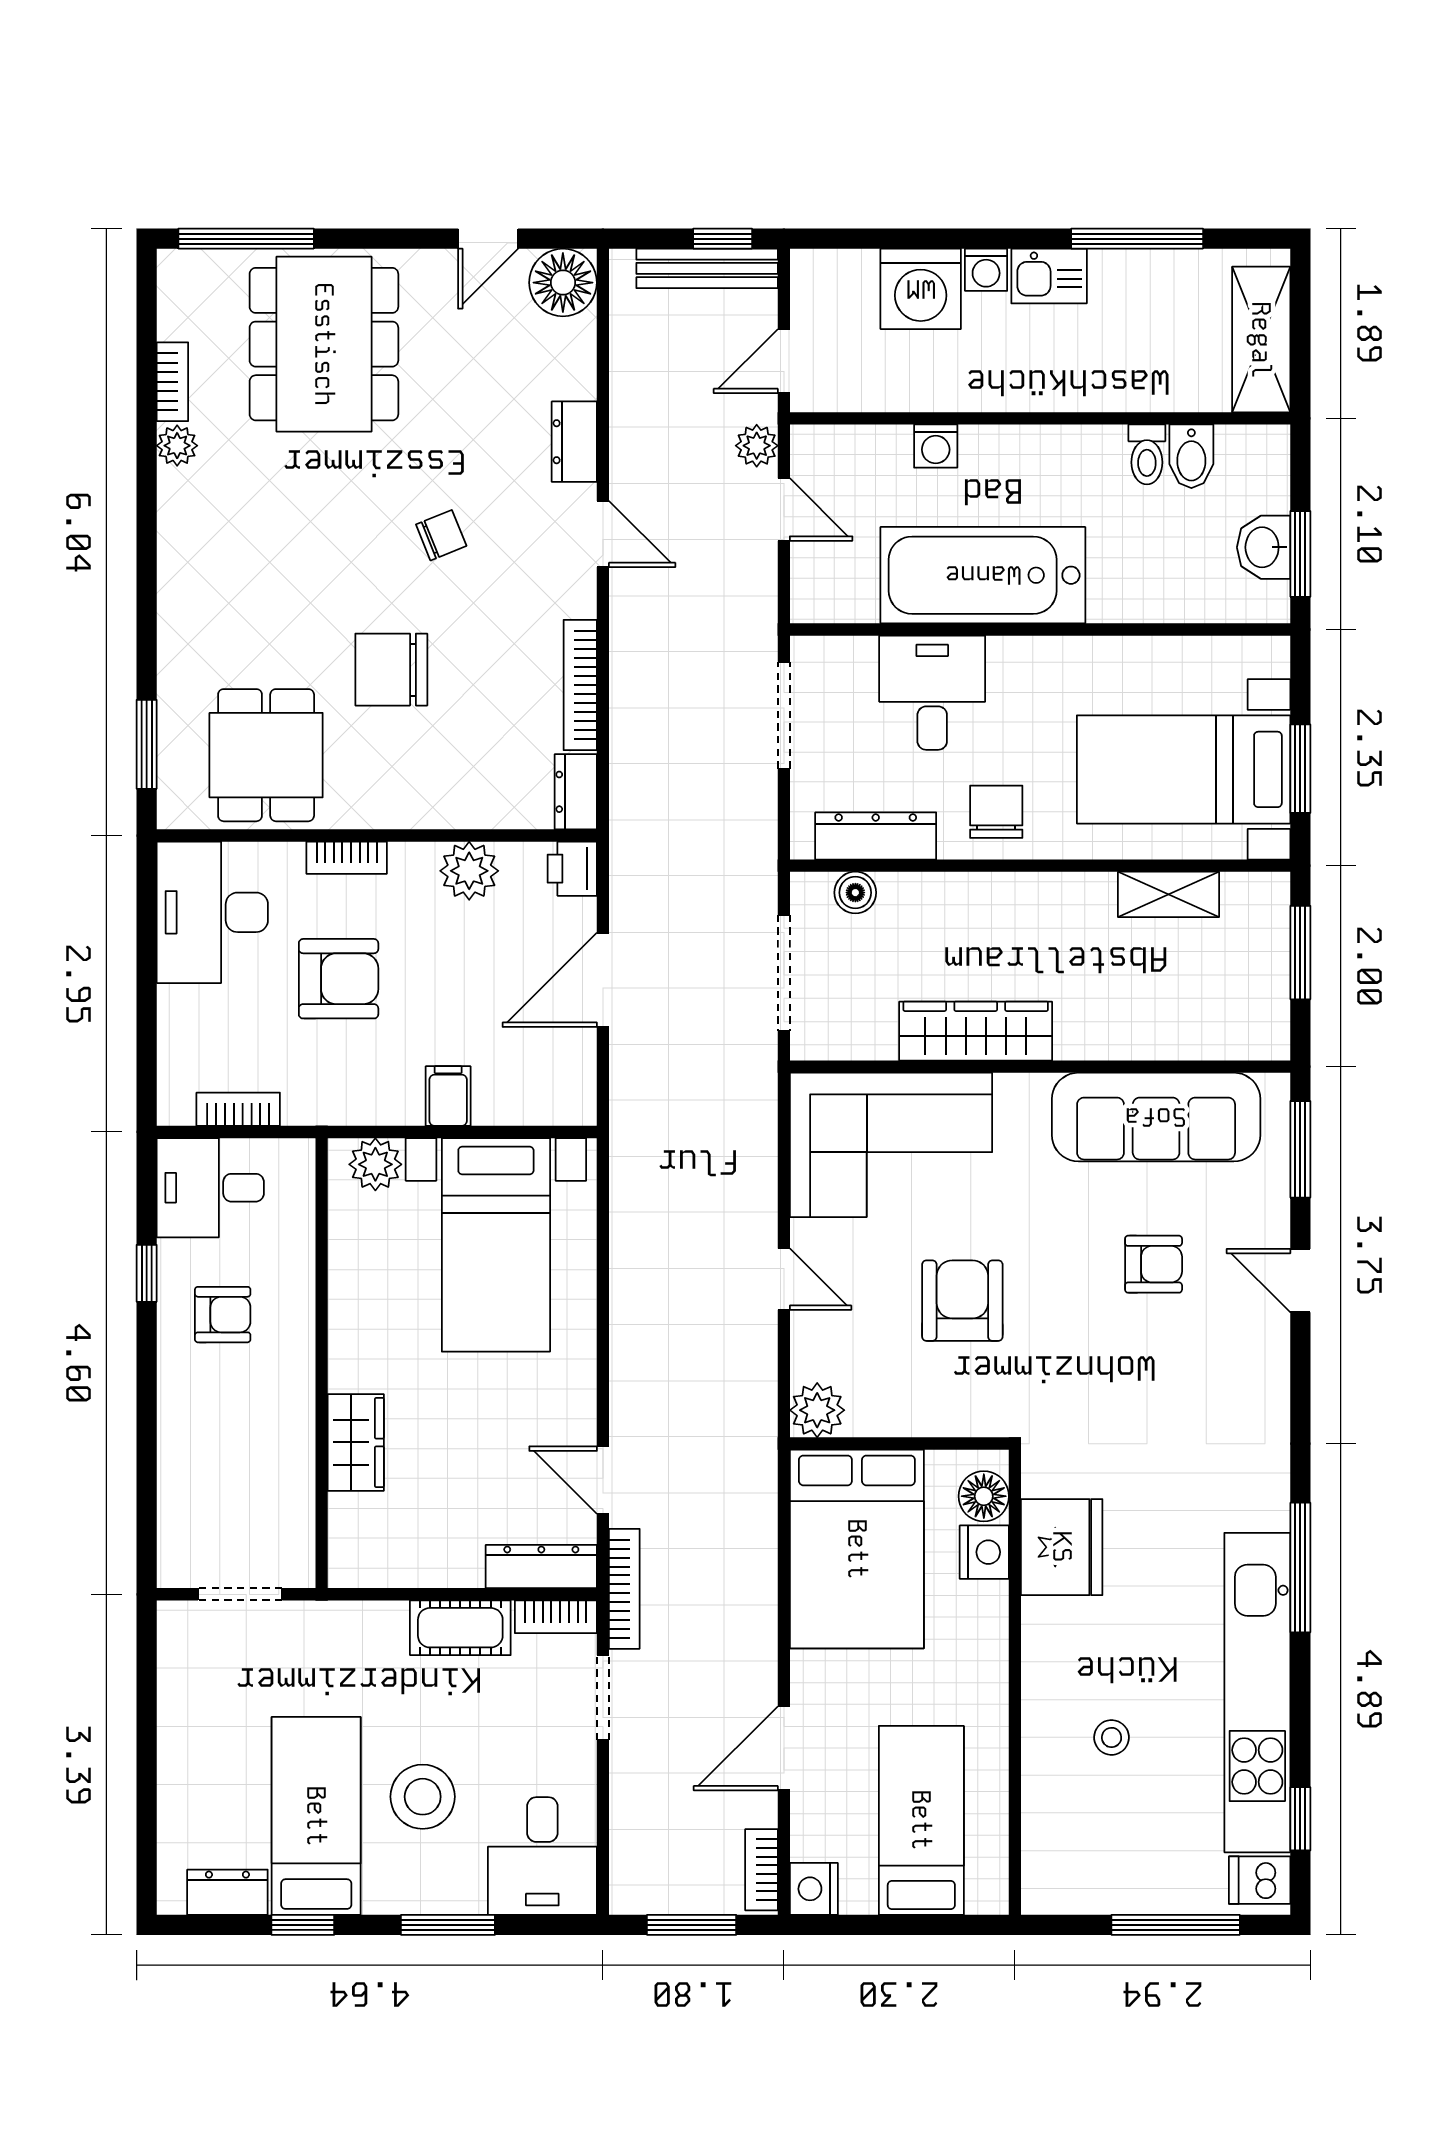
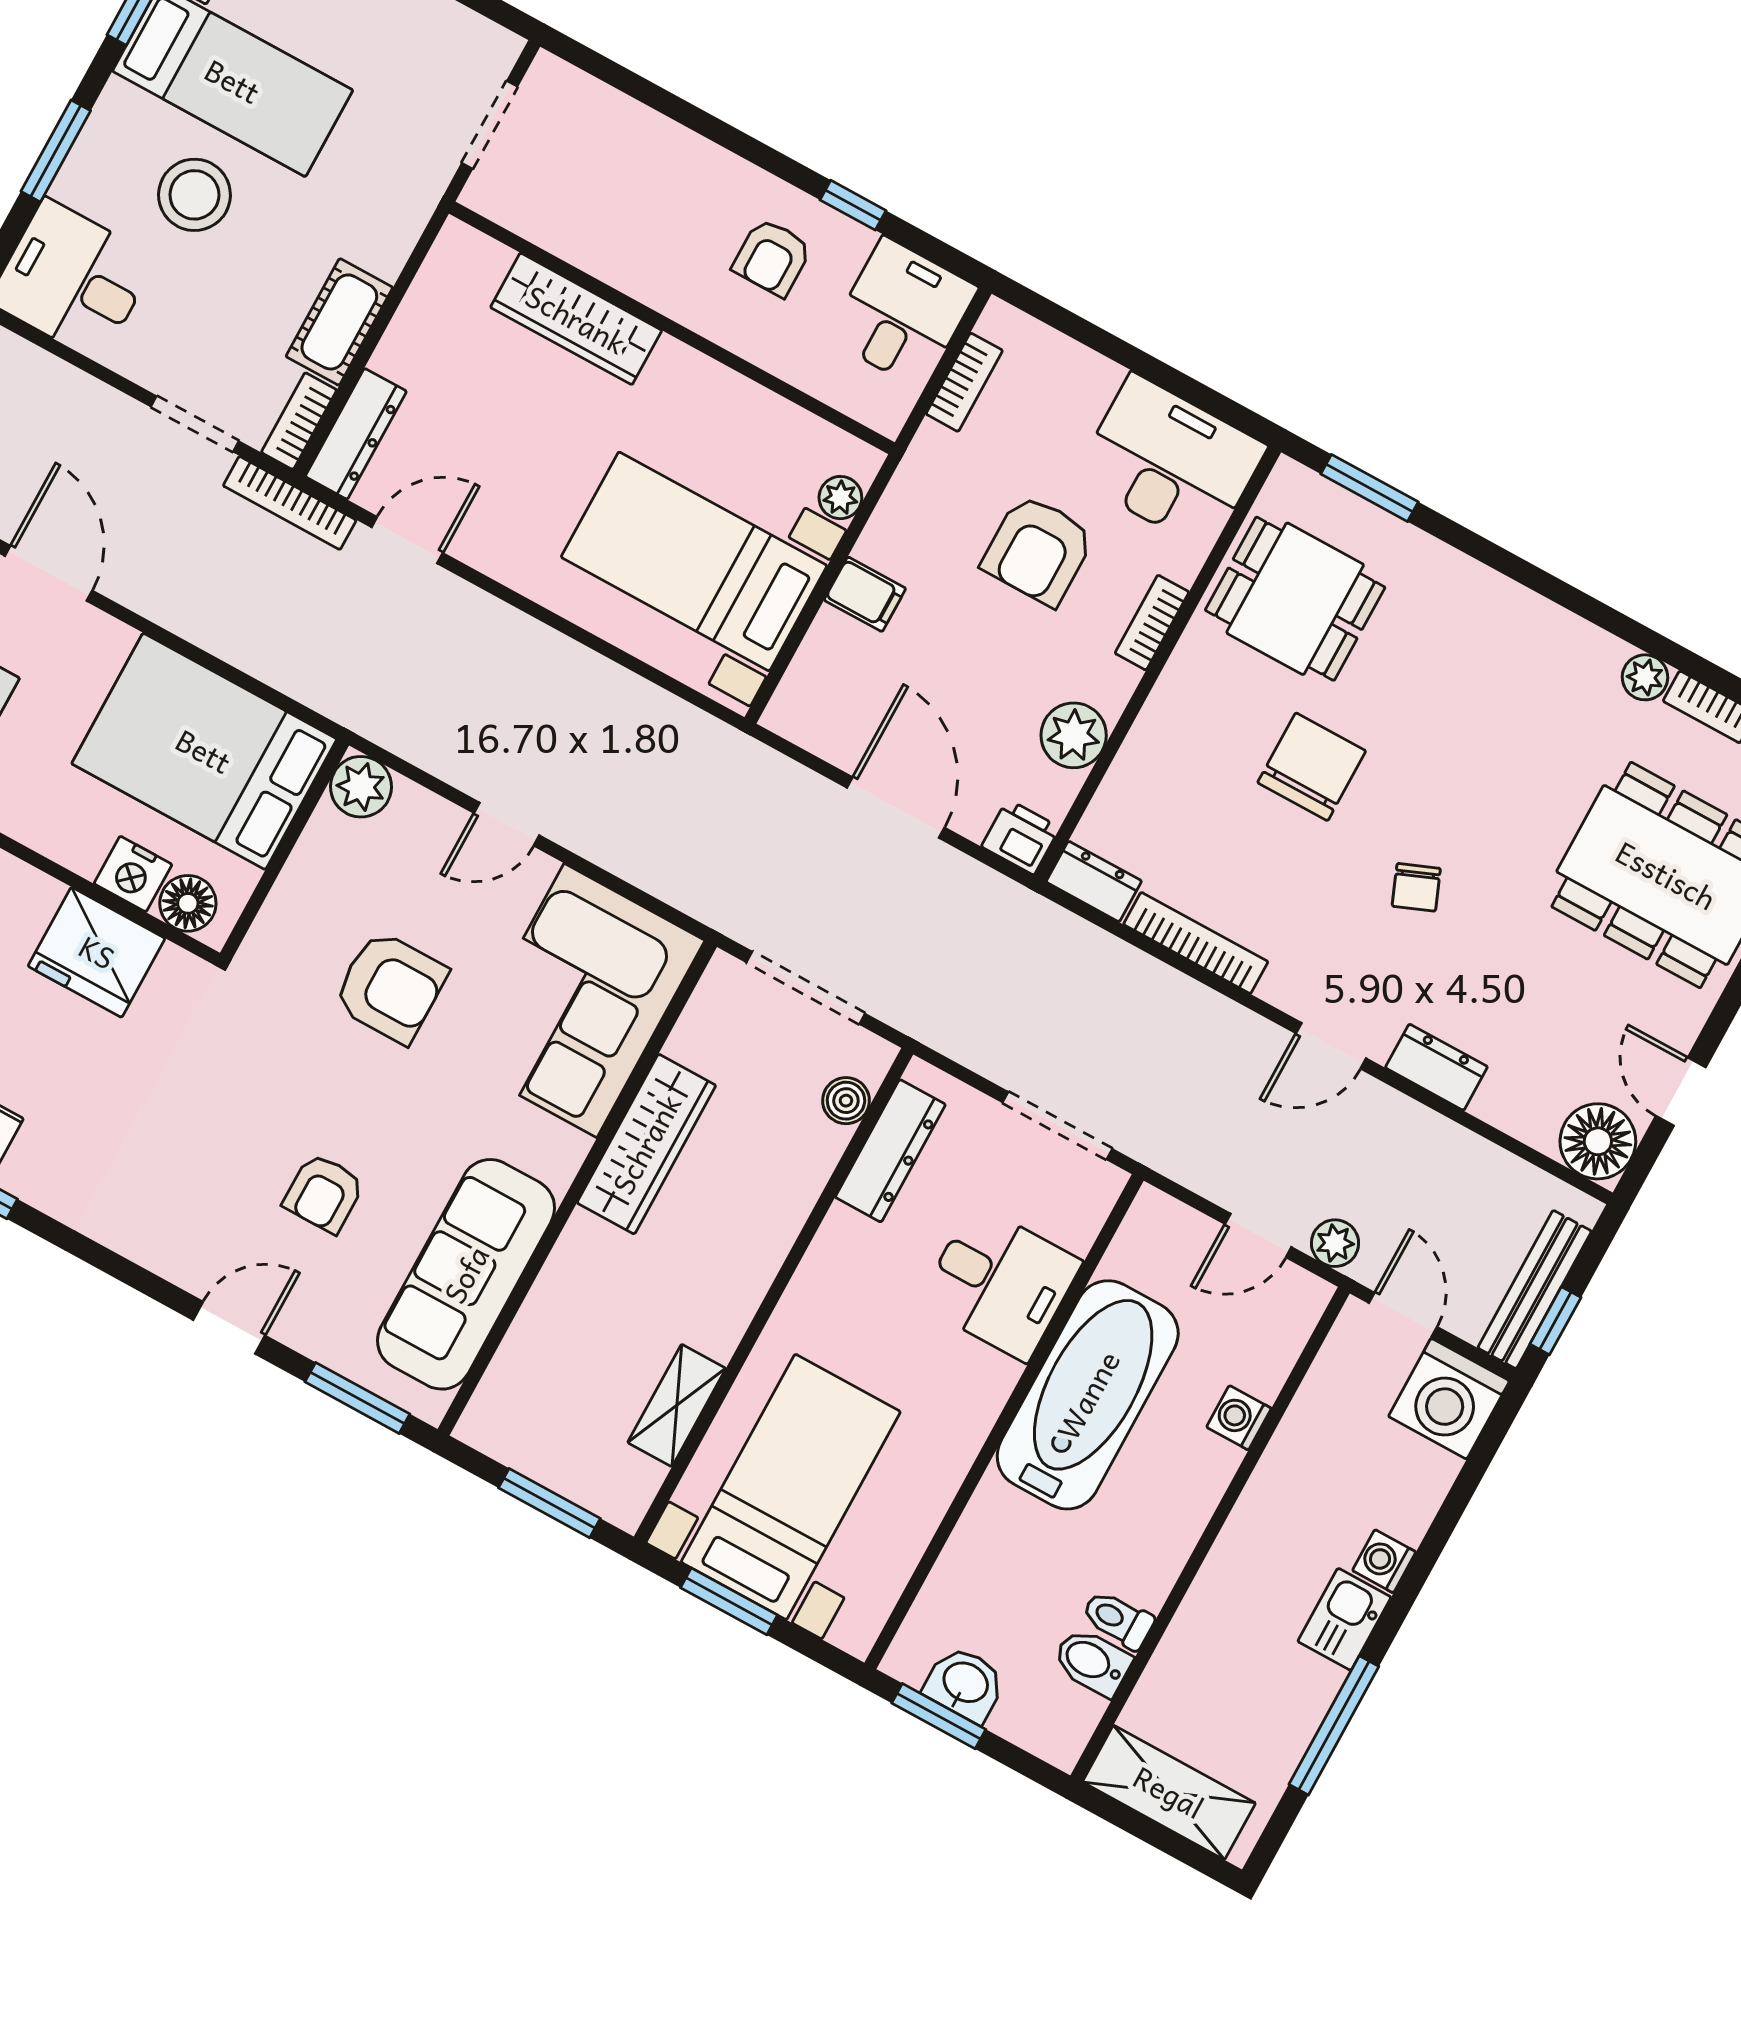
washing machine: (921, 289) -> (1449, 1399), moved, turned -90
chair: (996, 812) -> (849, 1281), removed
plant: (375, 1164) -> (840, 498), width x0.73, depth x0.73
wardrobe: (356, 1442) -> (576, 319), width x1.50

